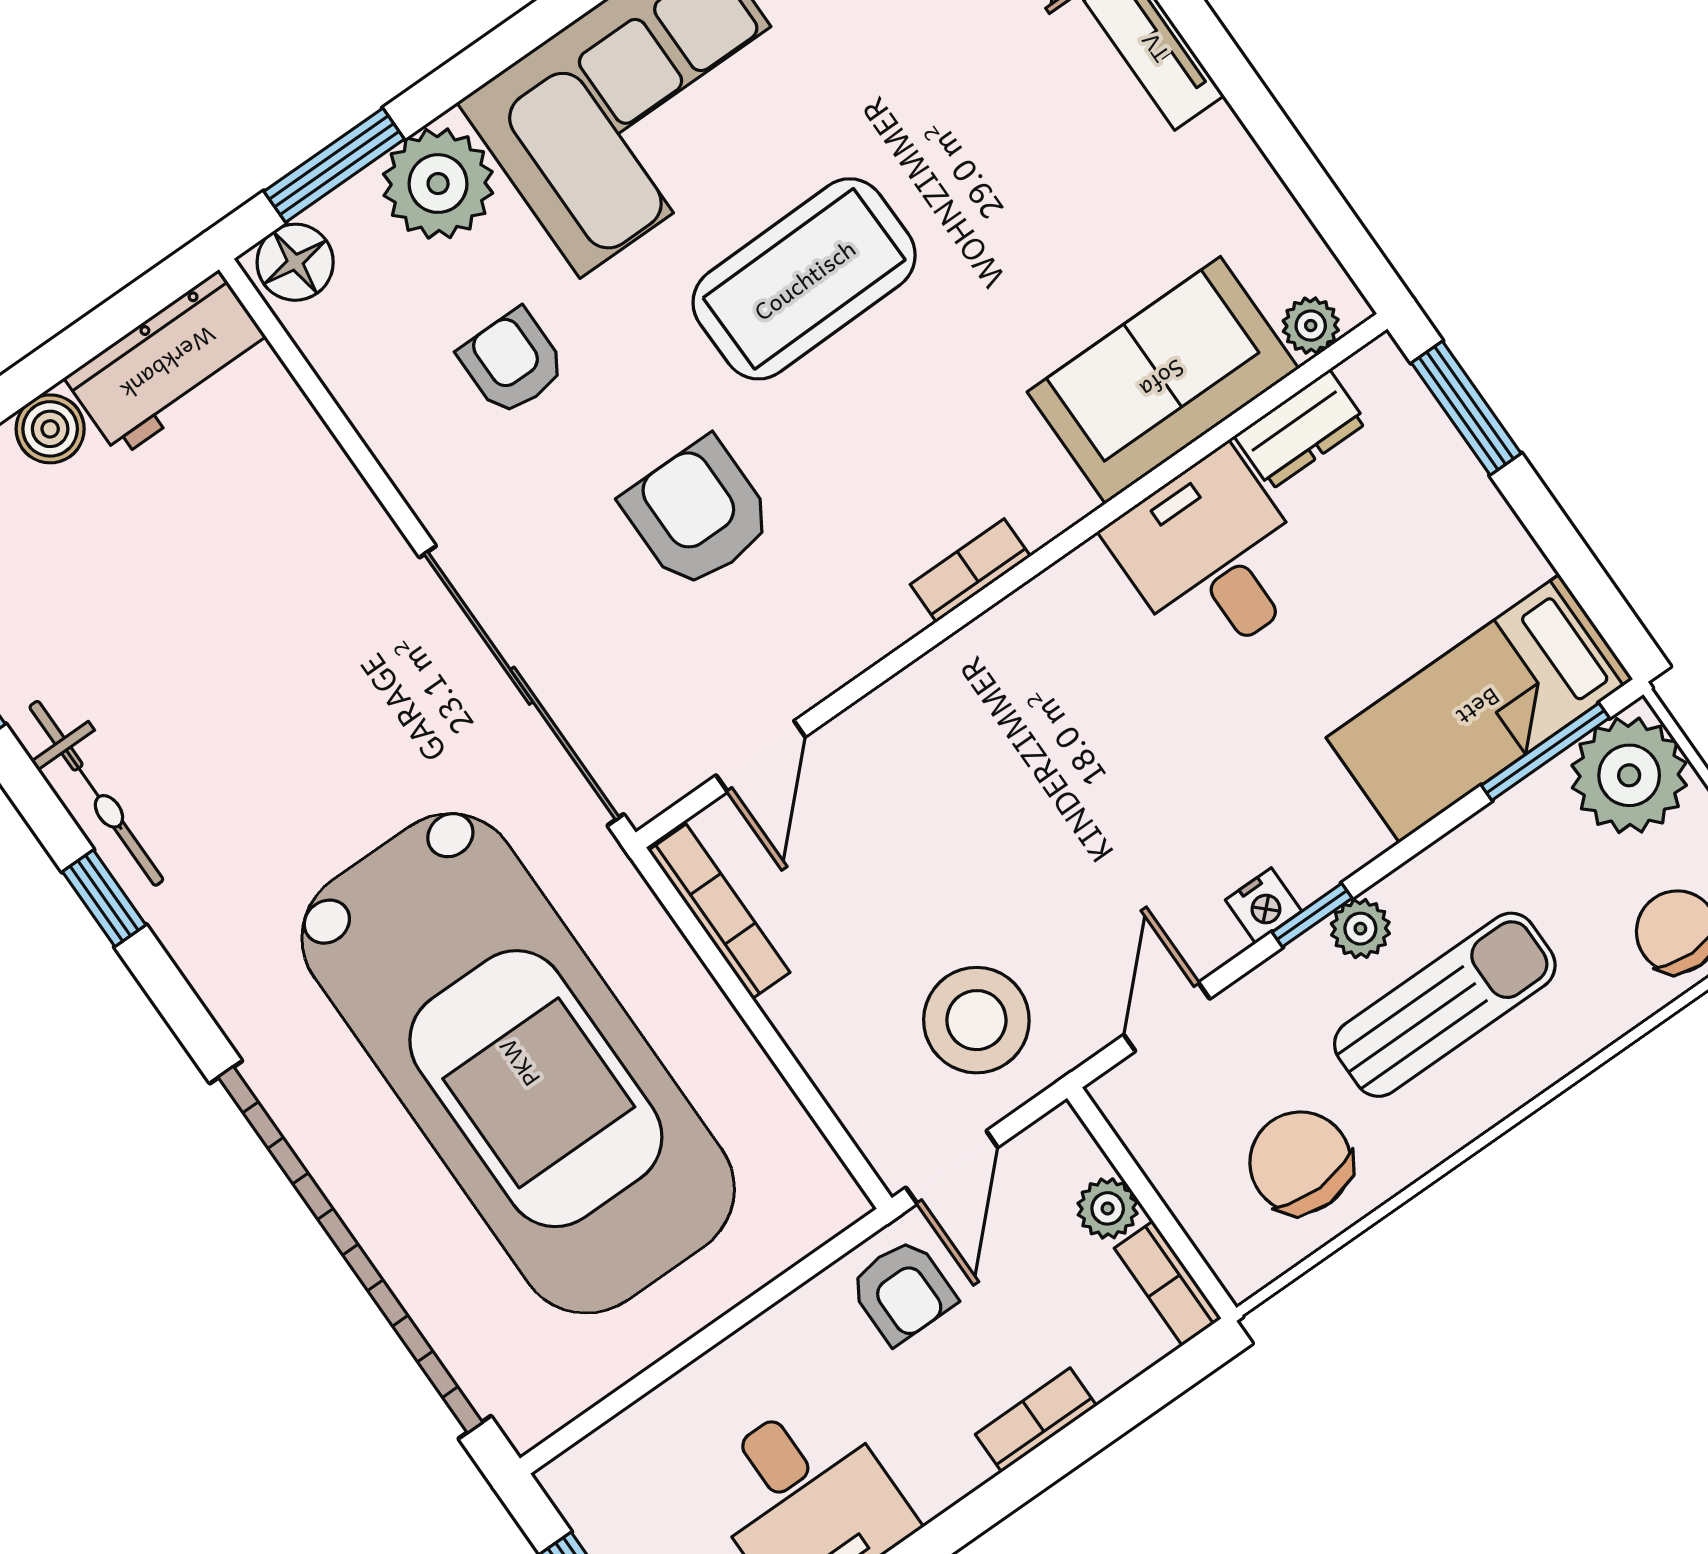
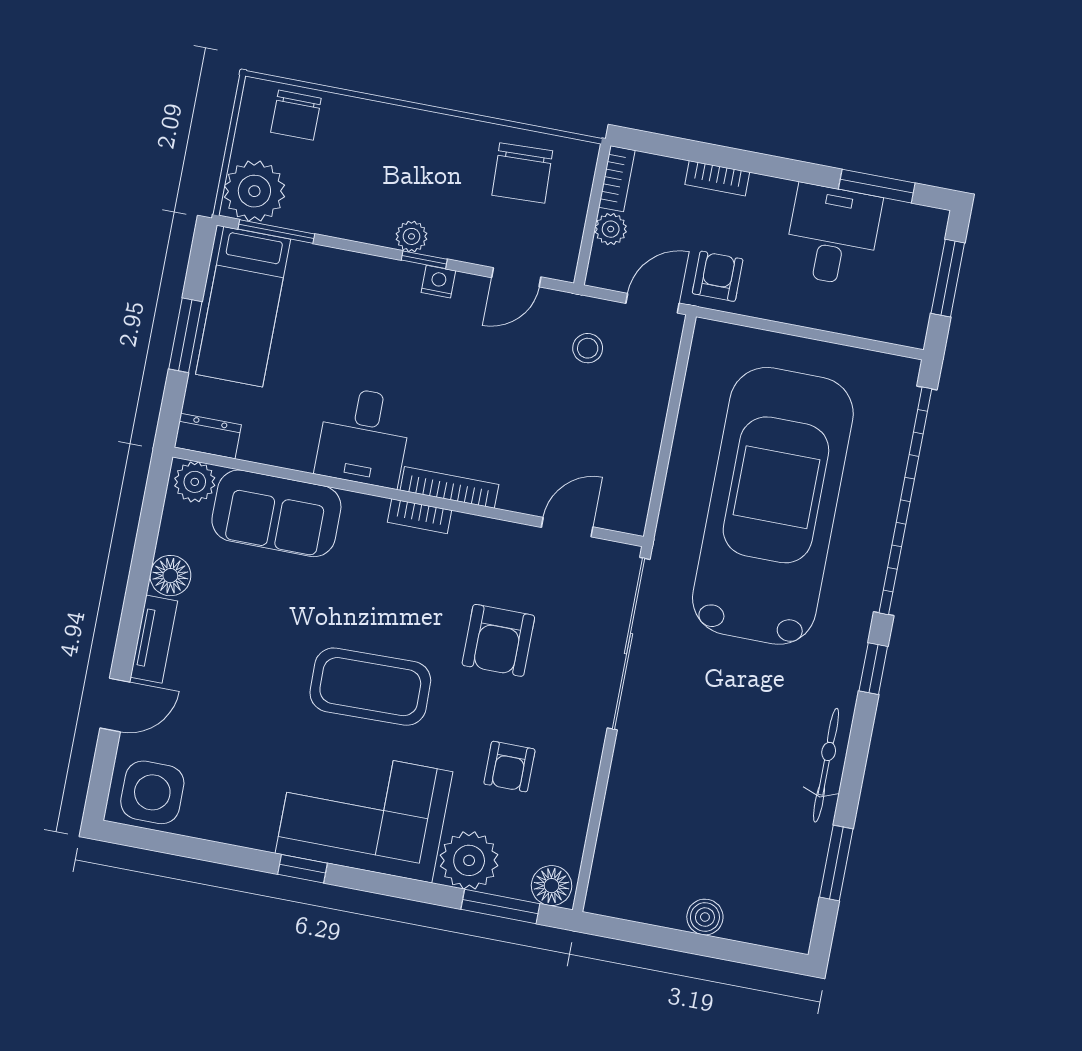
floor lamp: (1218, 154) -> (170, 576), added
plant: (1311, 326) -> (195, 482), width x1.38, depth x1.38
workbench: (169, 364) -> (636, 896), removed
window: (1466, 408) -> (185, 335), moved
dresser: (1300, 430) -> (208, 436), moved
desk: (1212, 557) -> (364, 437), moved
bed: (1479, 708) -> (243, 307), moved, turned 90
window: (104, 898) -> (873, 669), moved
bookcase: (719, 911) -> (449, 487), moved, turned 90
sun lounger: (1445, 1005) -> (409, 176), removed
stool: (976, 1020) -> (588, 348), width x0.53, depth x0.53

